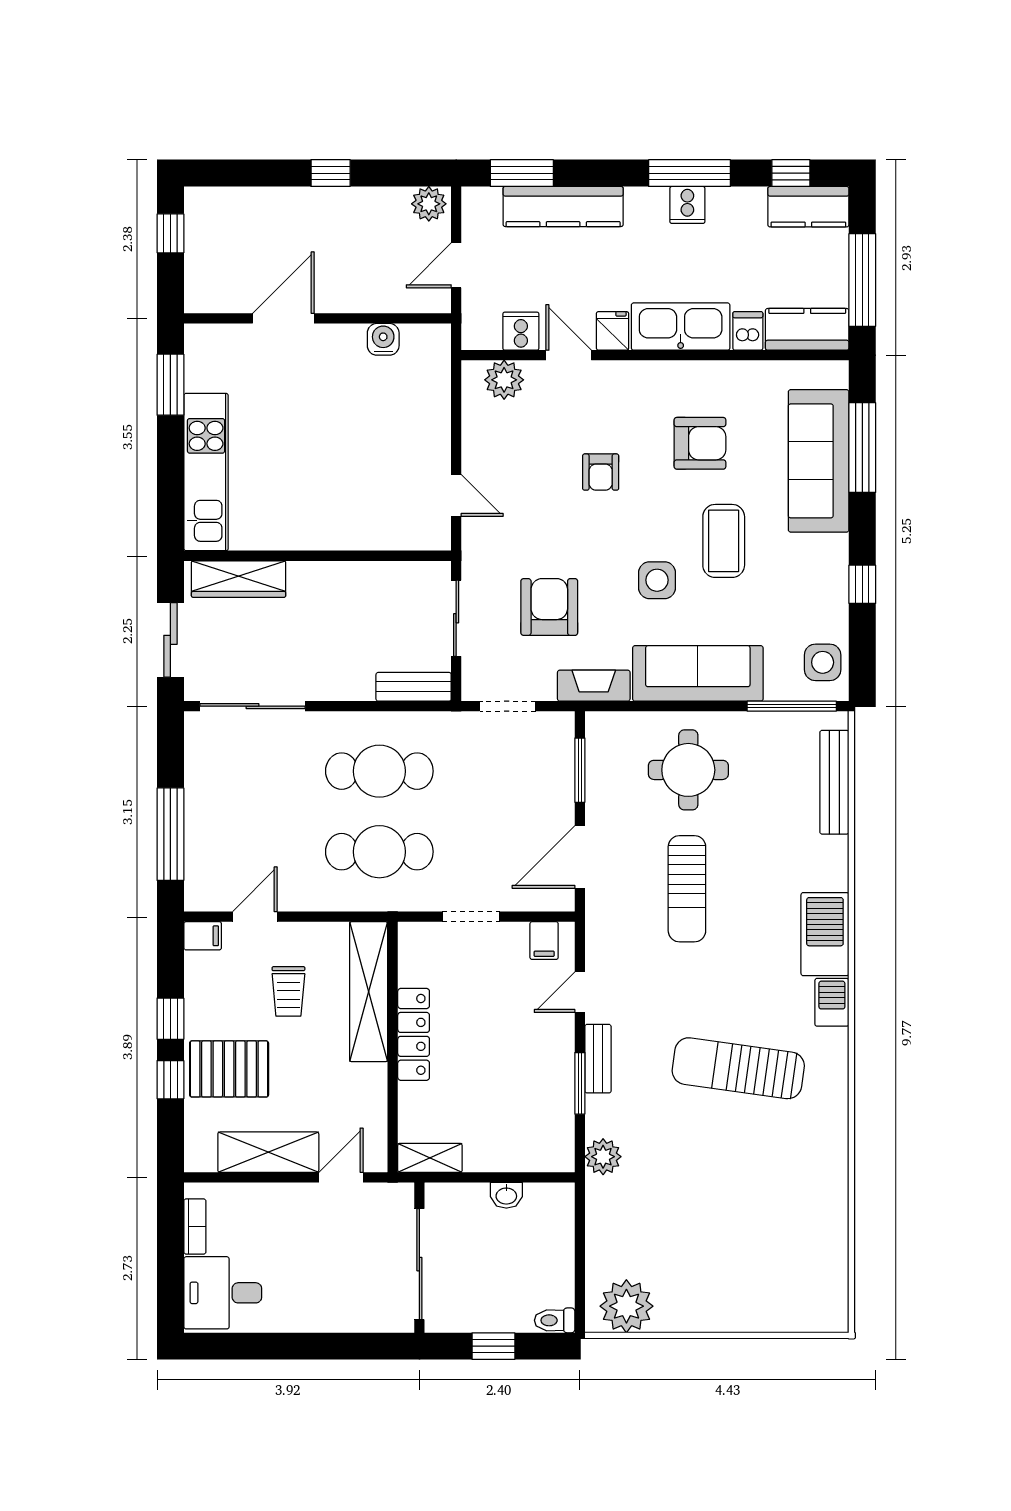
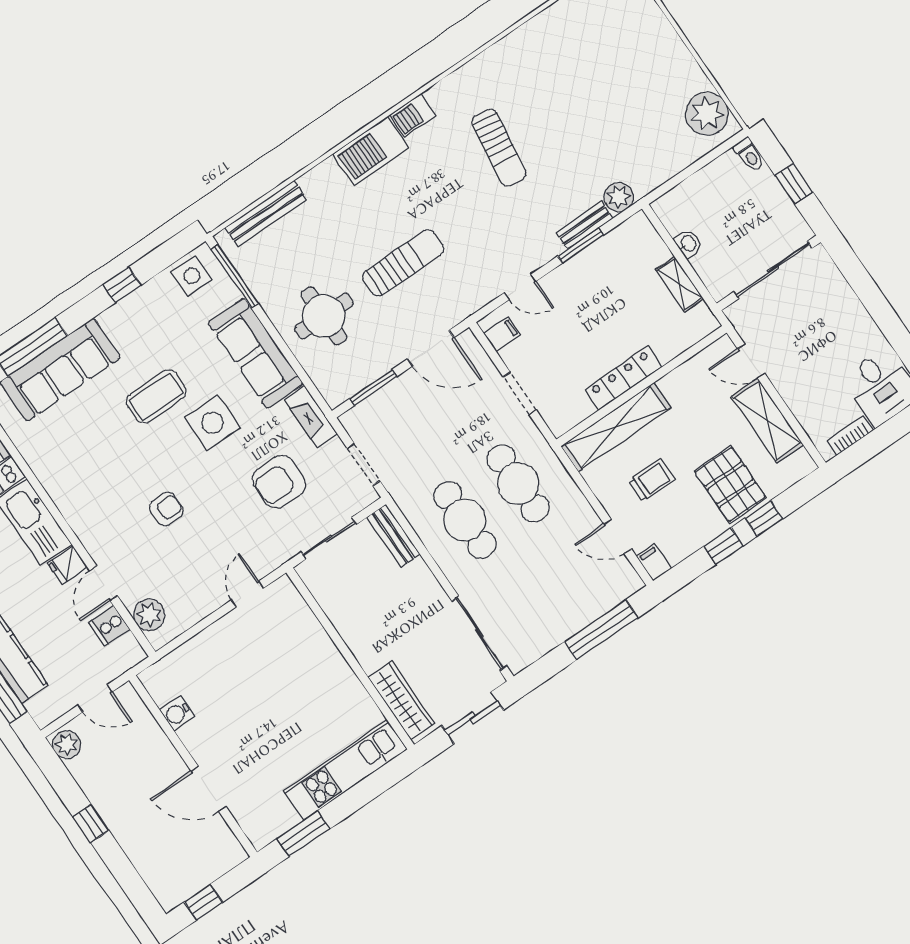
armchair: (700, 443) -> (102, 456), removed
side table: (657, 580) -> (212, 423), width x1.37, depth x1.37
bench: (598, 1059) -> (584, 225), moved
sun lounger: (738, 1068) -> (499, 148), width x0.73, depth x0.75
shelving: (430, 1158) -> (680, 284), moved

